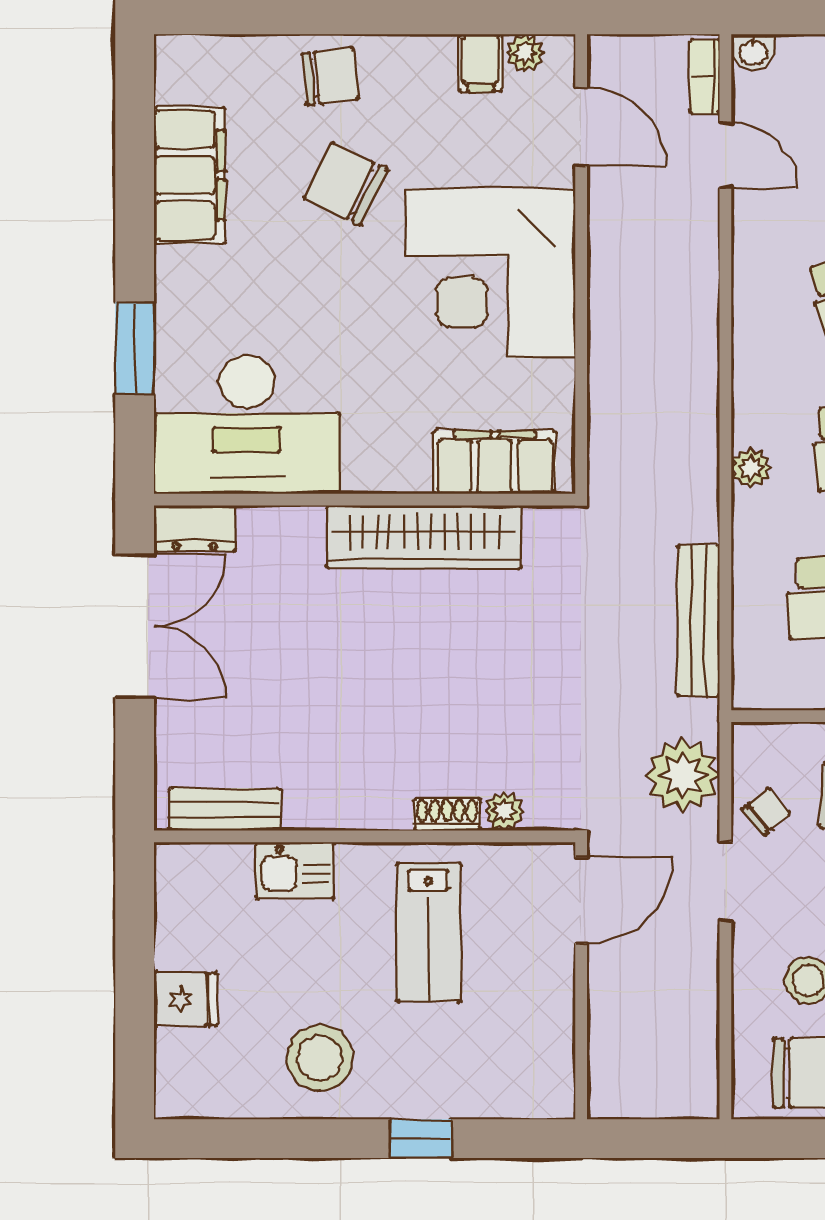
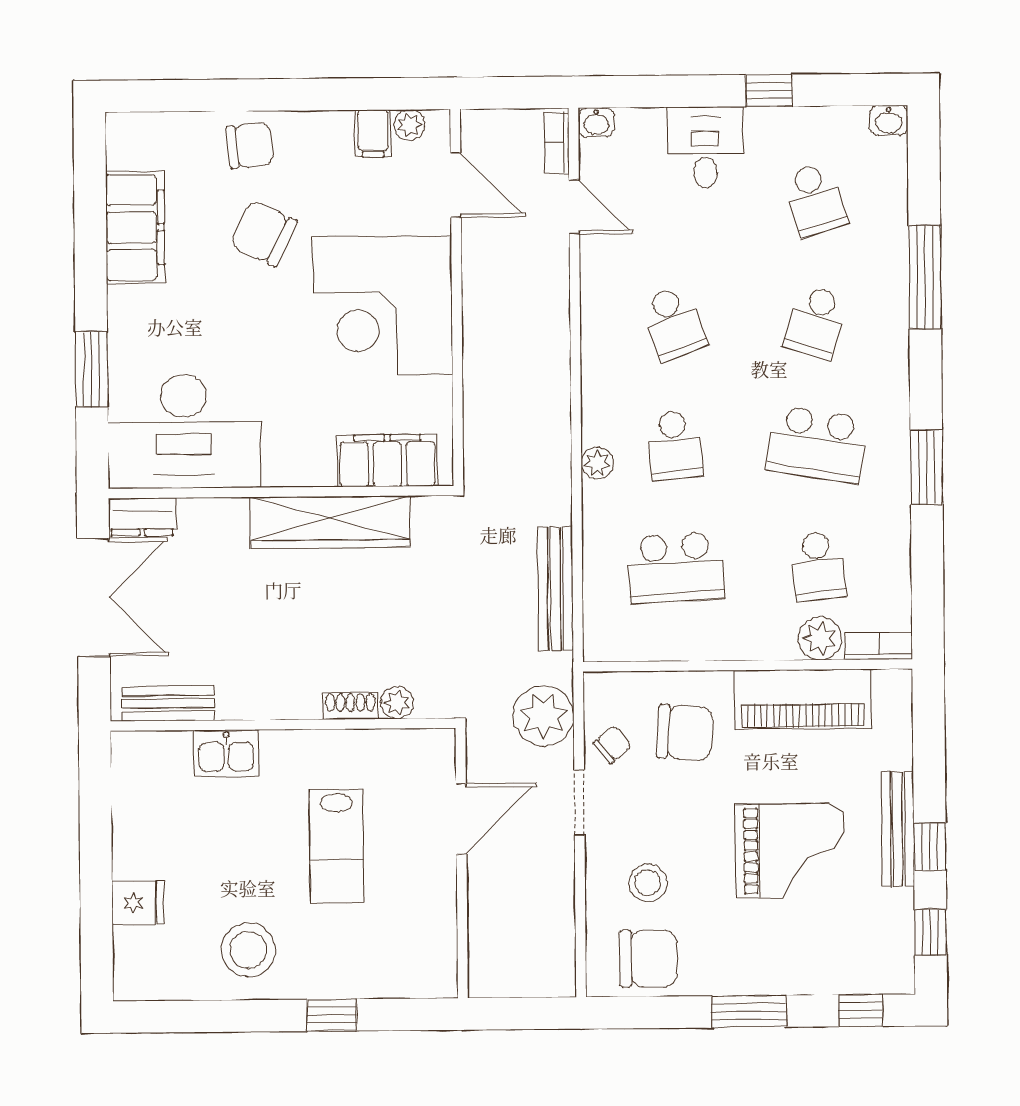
bench: (225, 809) -> (168, 703), moved
plant: (504, 811) -> (397, 703), moved
shoe rack: (447, 814) -> (350, 706), moved
wall: (365, 836) -> (283, 725), moved
kitchen sink: (295, 871) -> (226, 753), moved

